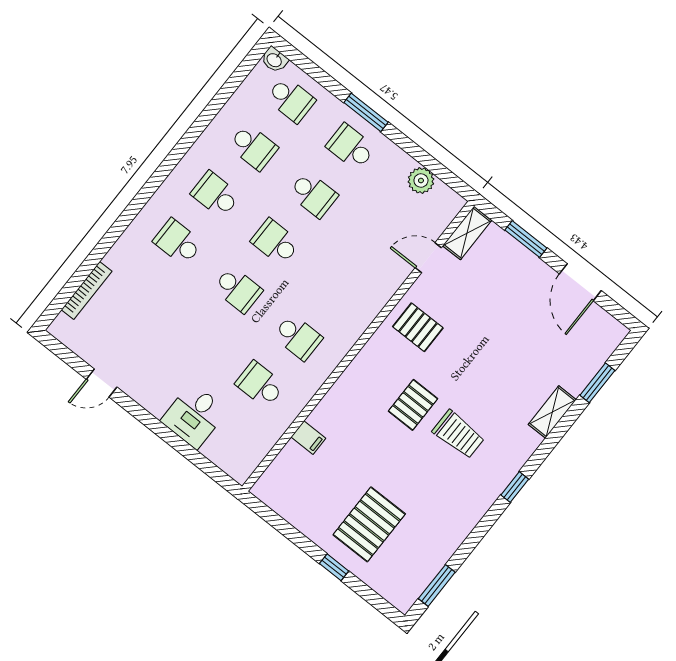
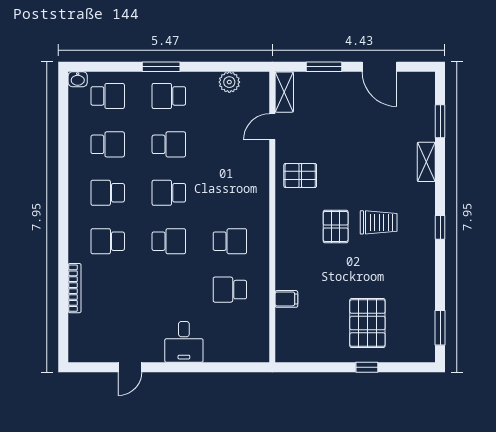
bookcase: (87, 290) -> (75, 288), moved
desk: (194, 416) -> (184, 342), moved

